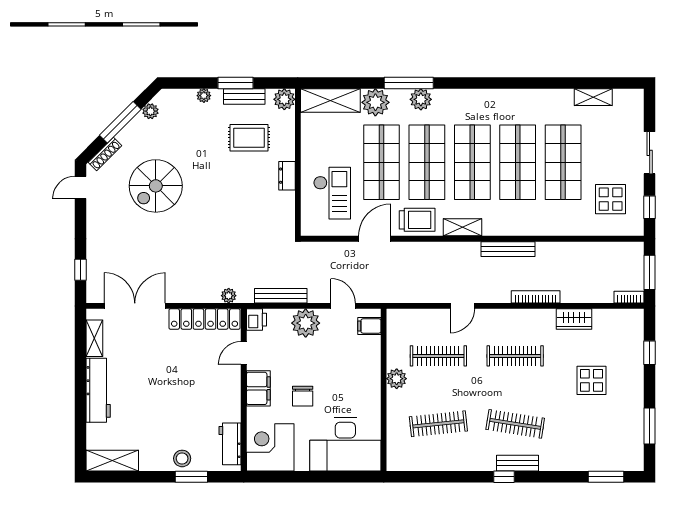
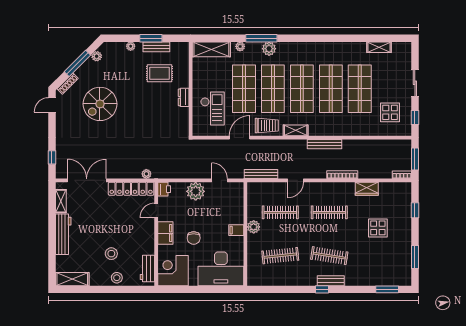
plant: (284, 99) -> (182, 49), removed
plant: (375, 102) -> (240, 46), width x0.53, depth x0.53
bench: (281, 296) -> (261, 174), moved
filing cabinet: (369, 326) -> (236, 230), moved
stool: (173, 421) -> (111, 254), added
window: (191, 477) -> (123, 289), removed

